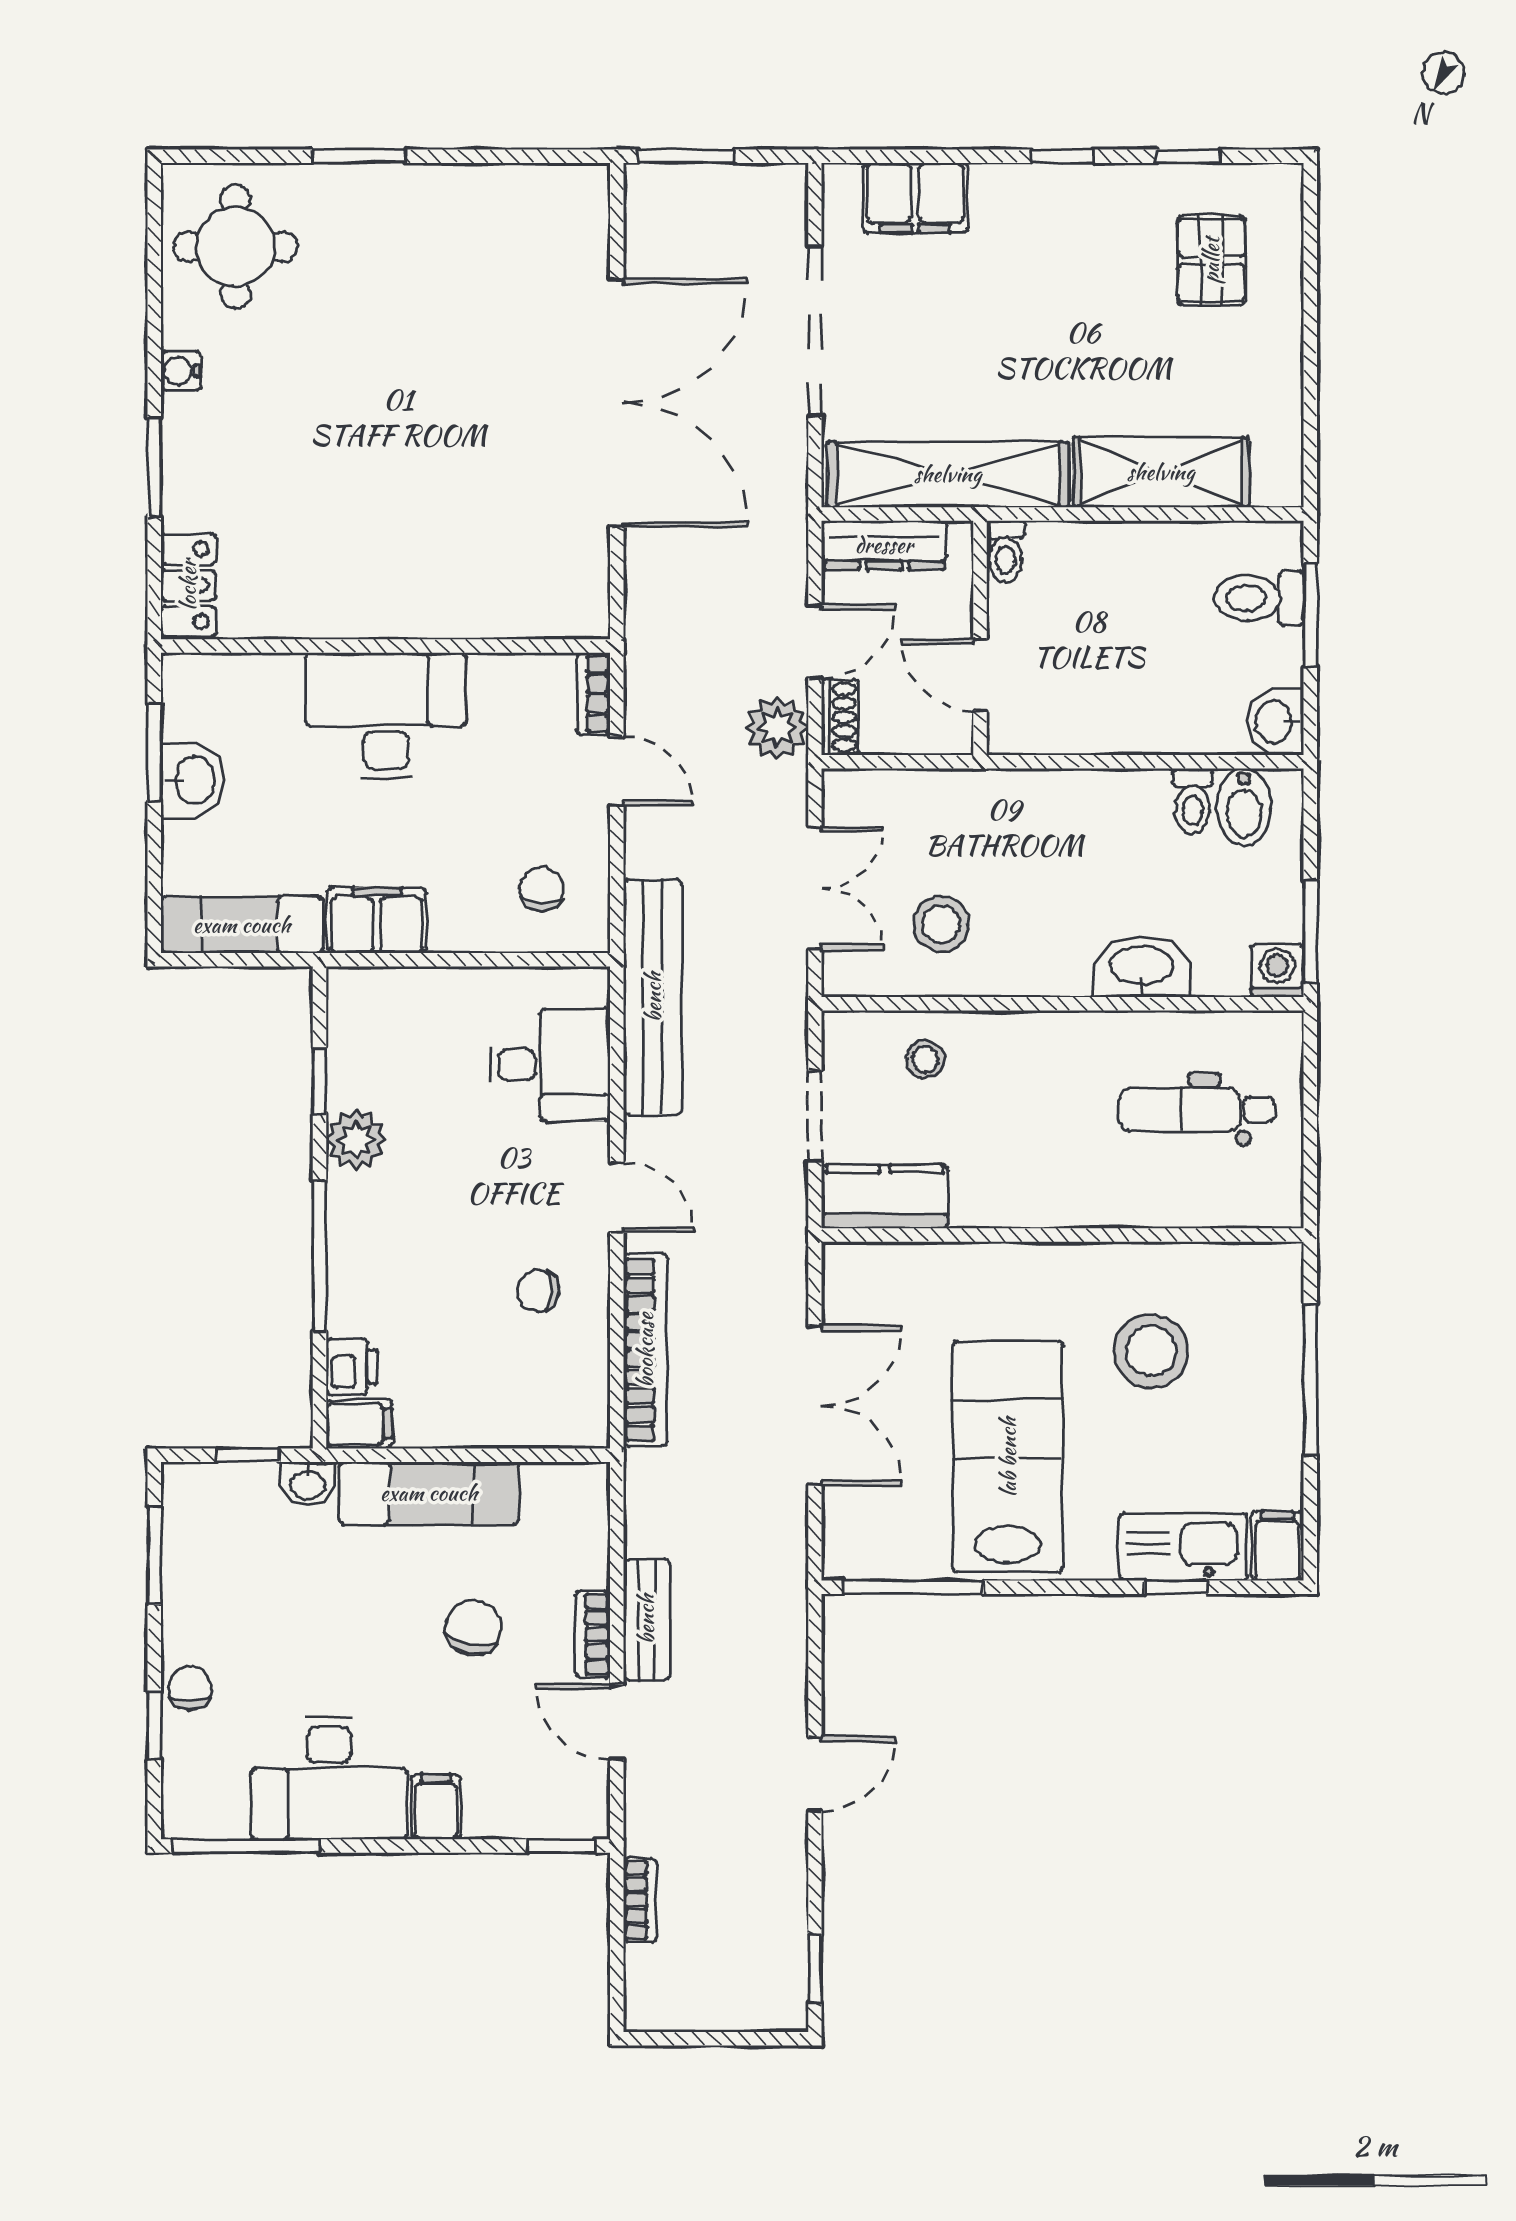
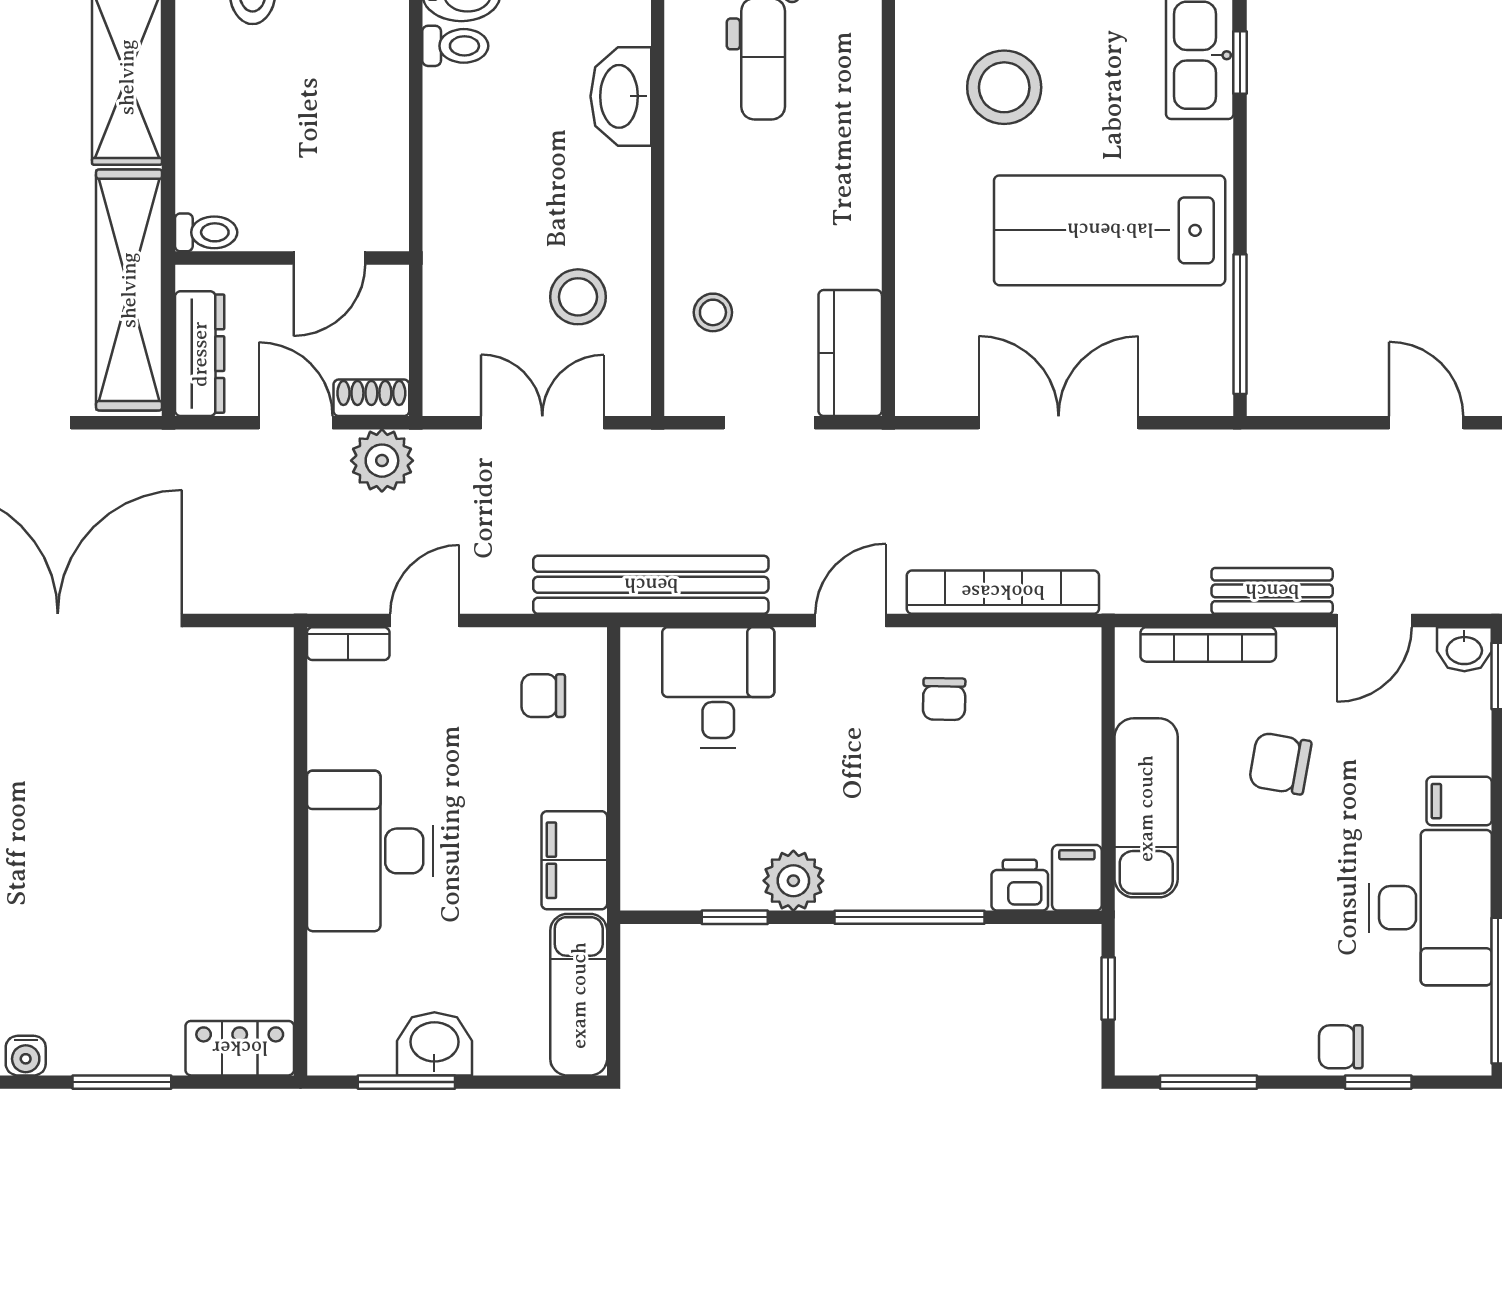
washbasin: (308, 1484) -> (1464, 649), moved, turned 90
bookcase: (593, 1634) -> (1208, 644), moved, width x1.56

